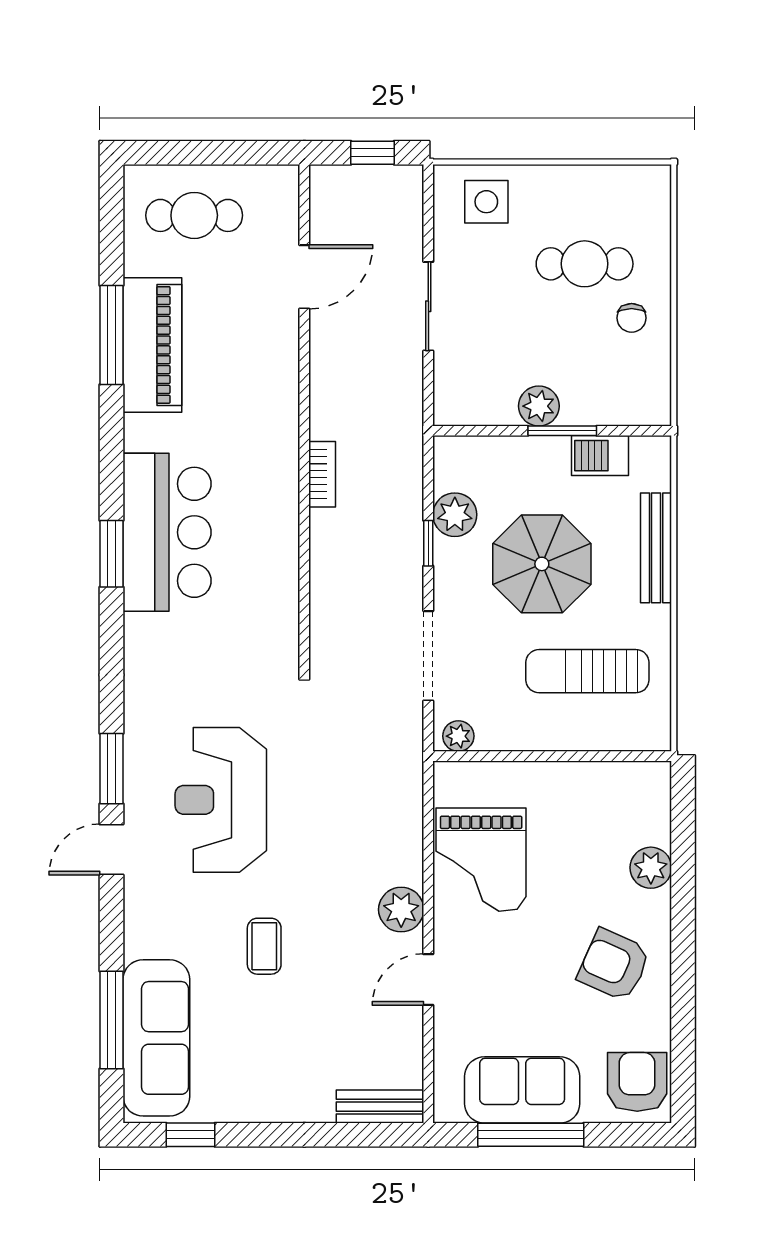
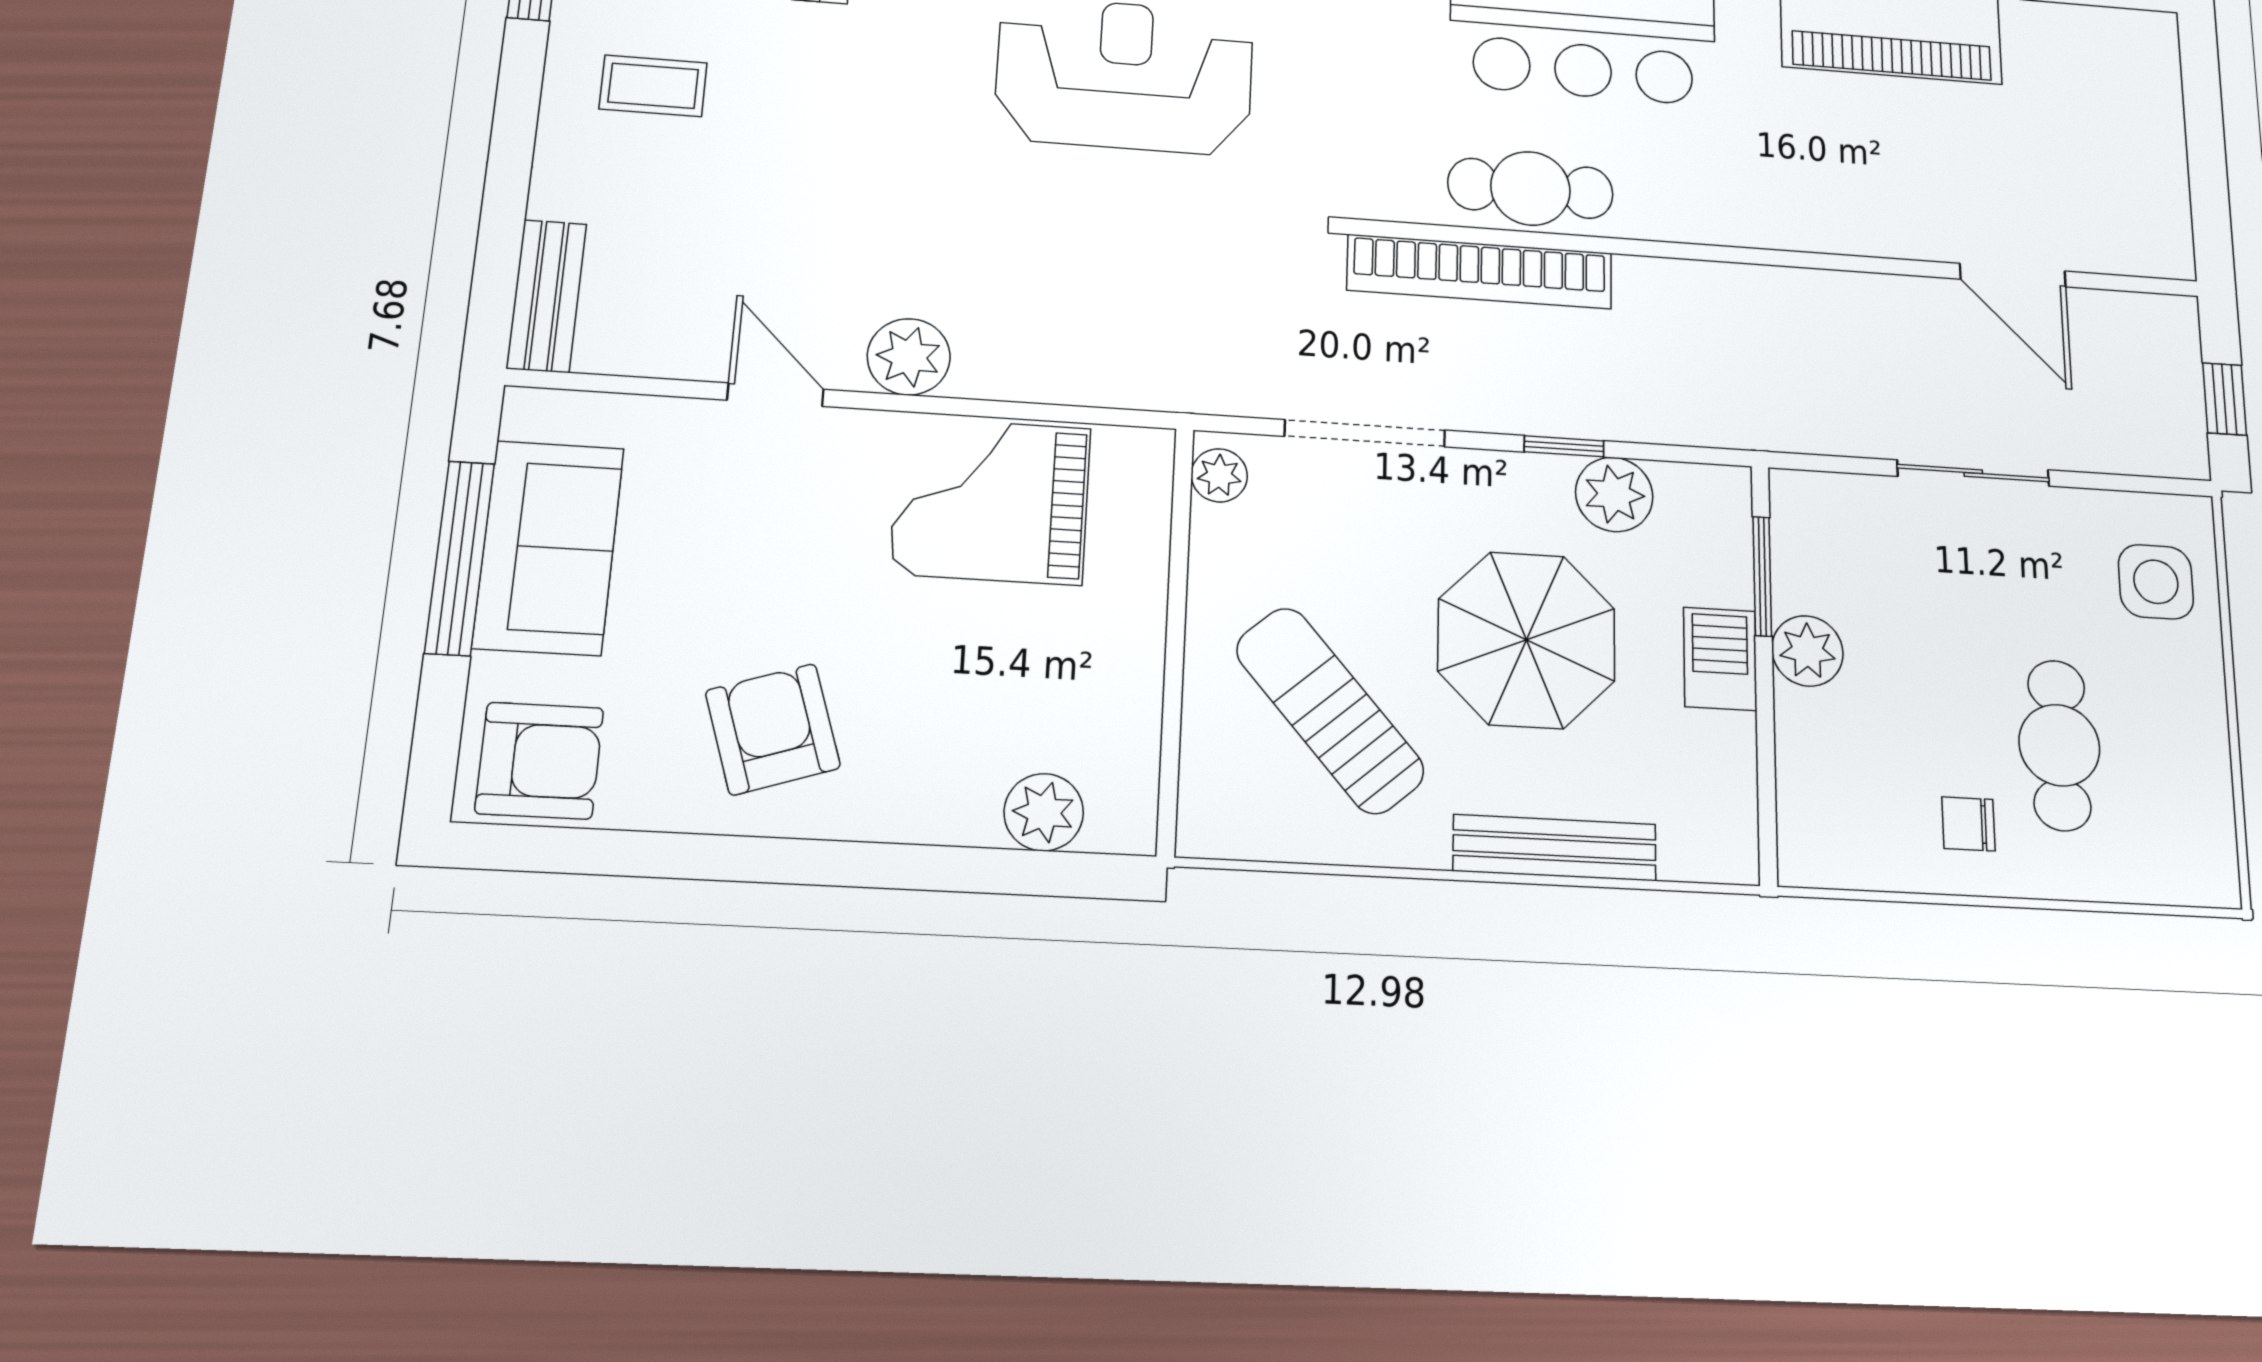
cafe table: (194, 215) -> (1530, 188), moved, turned 90
window: (562, 431) -> (1762, 576), moved
barbecue: (600, 456) -> (1720, 659), moved
bookcase: (322, 474) -> (1480, 272), moved, width x2.31, depth x1.31
sun lounger: (587, 671) -> (1330, 710), turned -41
plant: (651, 868) -> (1044, 812), moved
coffee table: (264, 946) -> (653, 86), moved
armchair: (614, 965) -> (773, 729), turned -42

